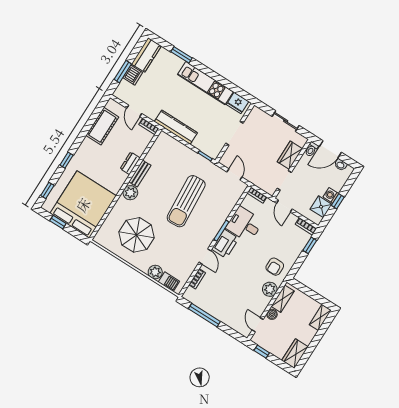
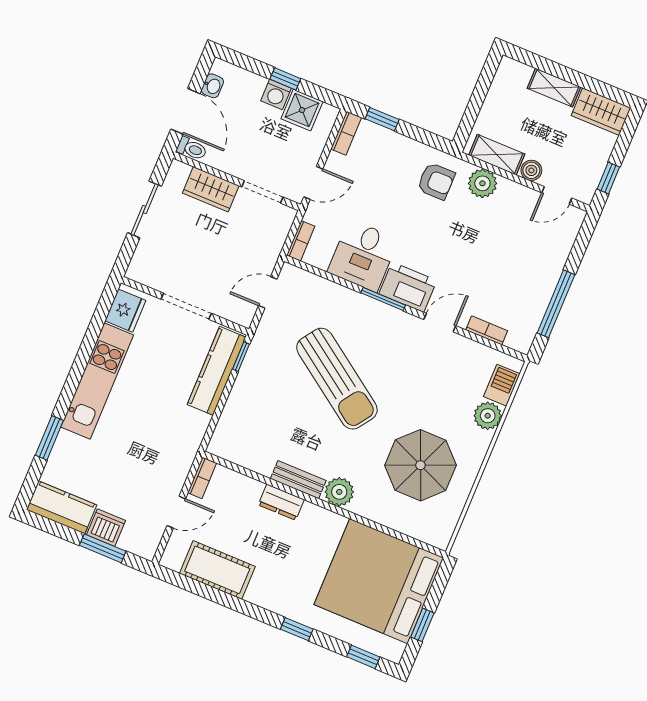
kitchen counter: (176, 127) -> (216, 371), moved
sun lounger: (186, 201) -> (337, 379), turned 39
shelving: (320, 317) -> (554, 88), moved

